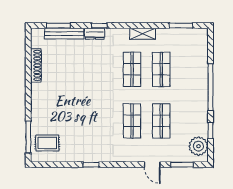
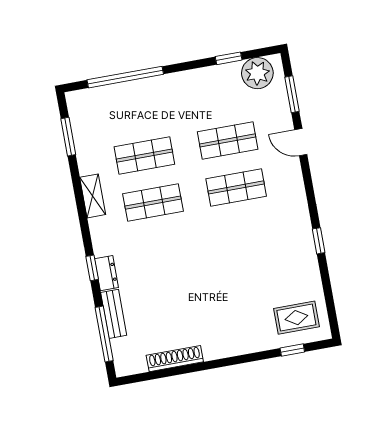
window: (58, 26) -> (104, 334), width x1.44
bench: (64, 34) -> (114, 314), width x0.73
window: (210, 87) -> (125, 77), moved
window: (28, 137) -> (292, 350), width x0.46
rug: (47, 143) -> (296, 318), turned 90
door: (152, 165) -> (301, 142), swing flipped

